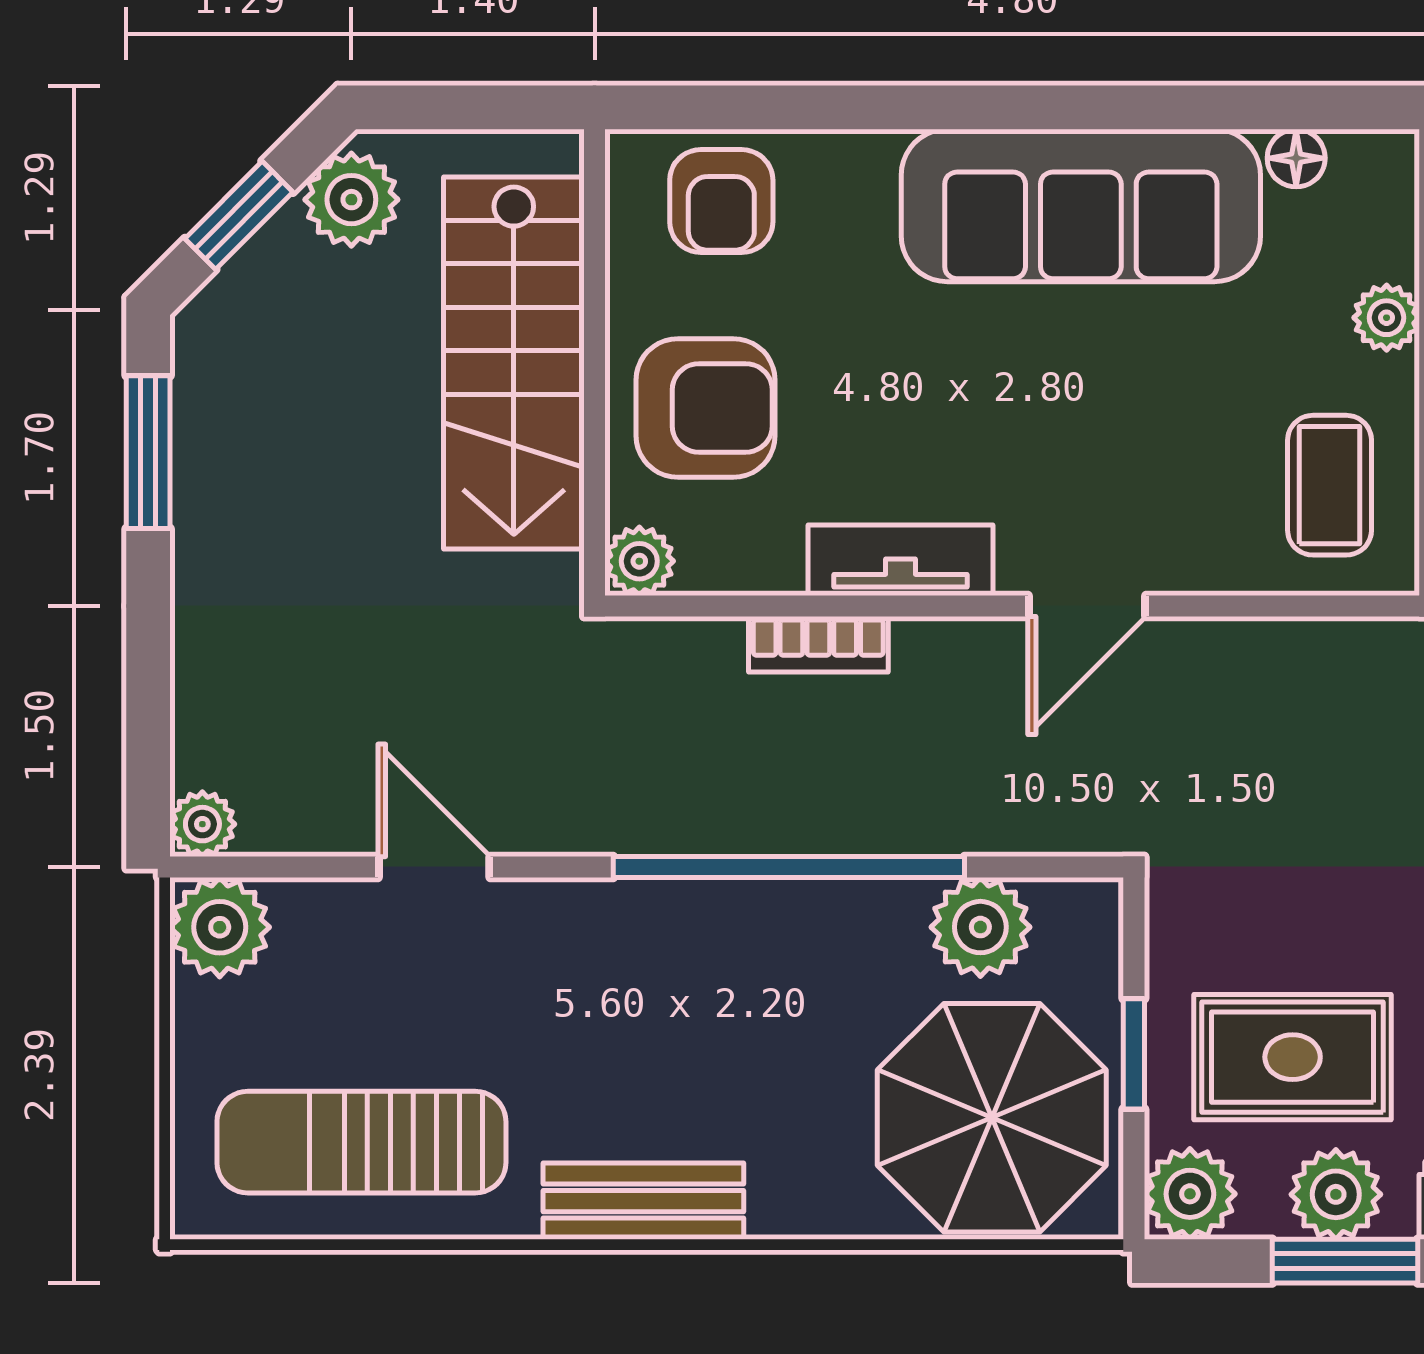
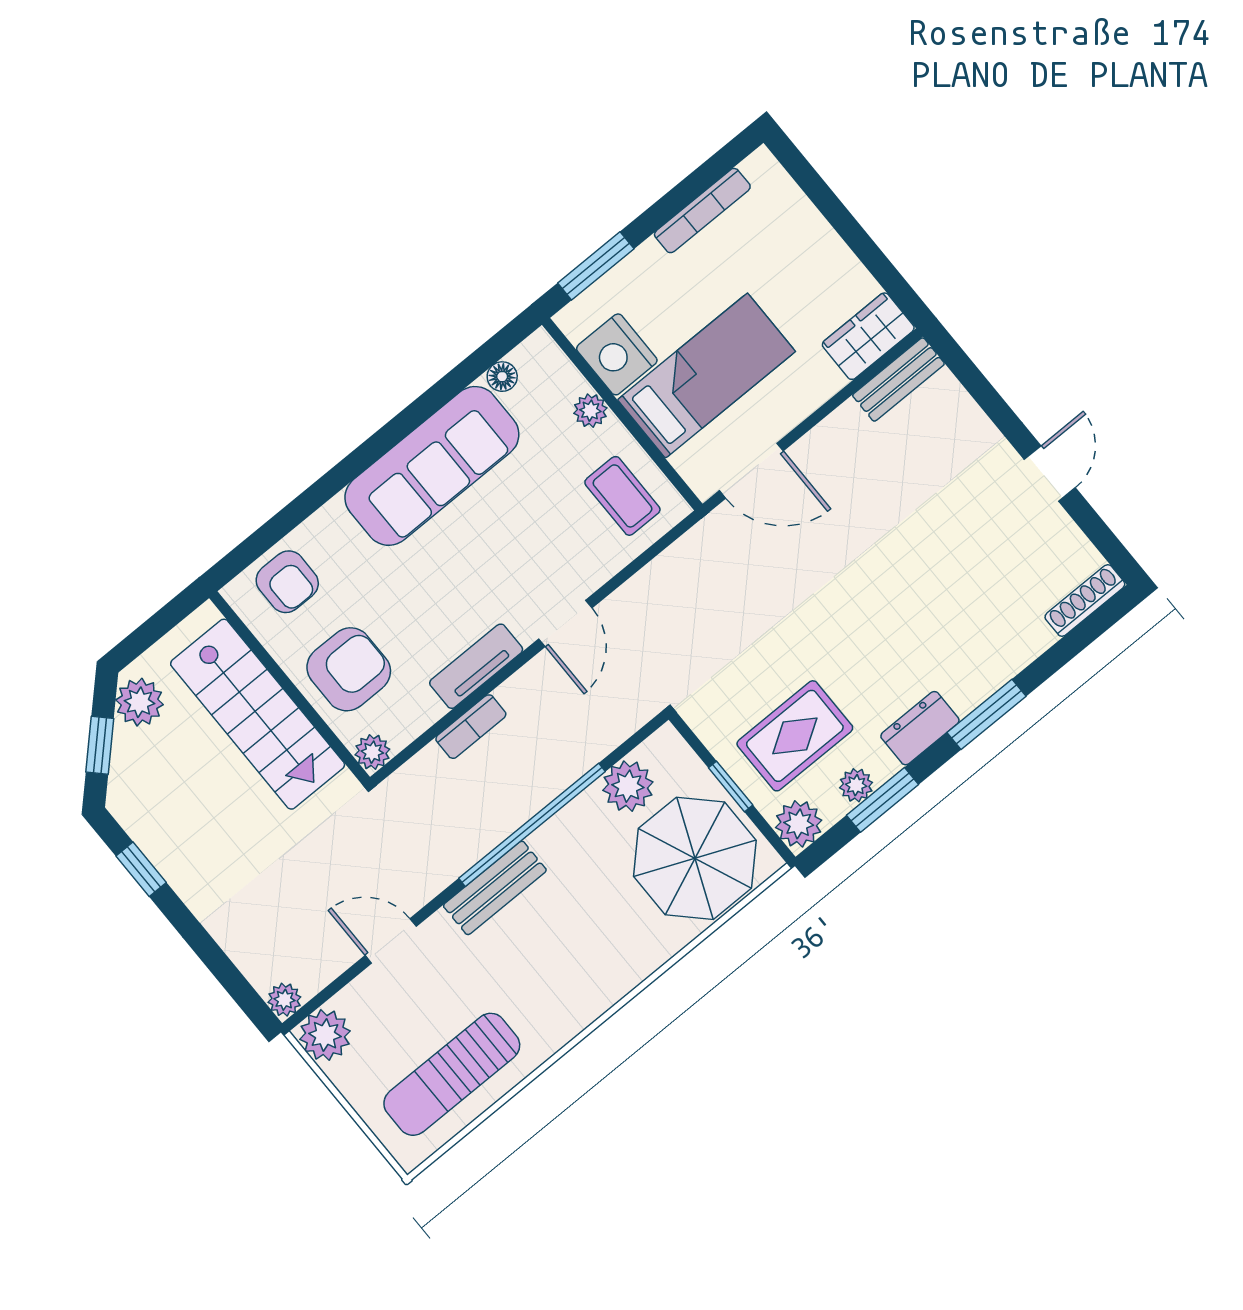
window: (148, 452) -> (141, 869), width x0.67
plant: (1336, 1194) -> (856, 785), width x0.73, depth x0.73
bench: (643, 1201) -> (495, 888), moved

